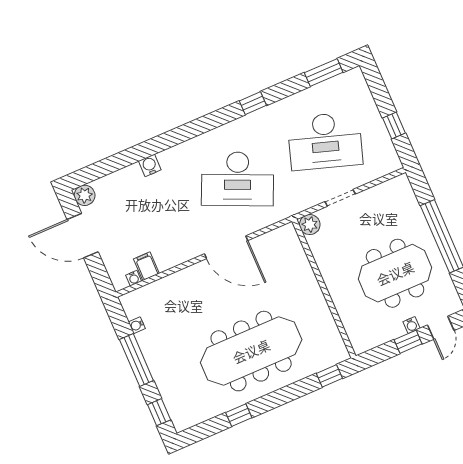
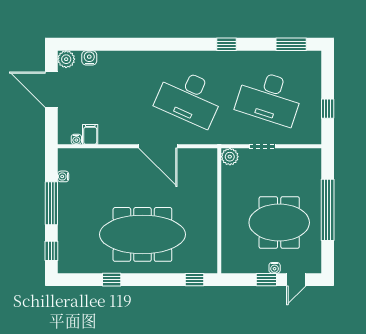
water cooler: (150, 165) -> (89, 58), moved

